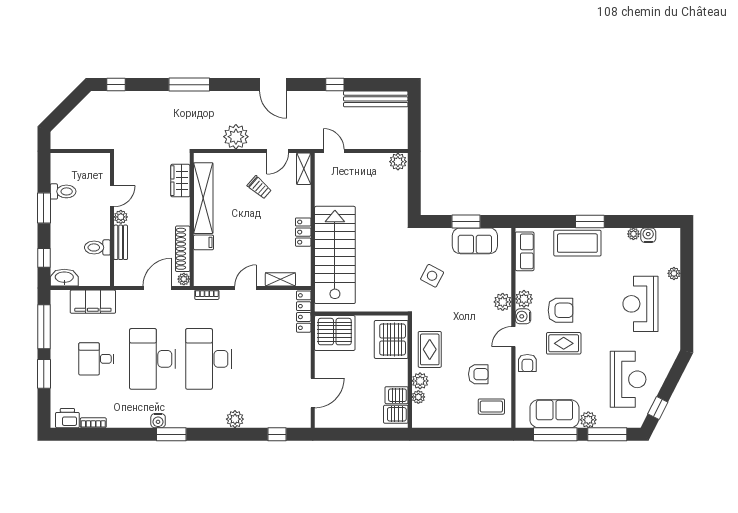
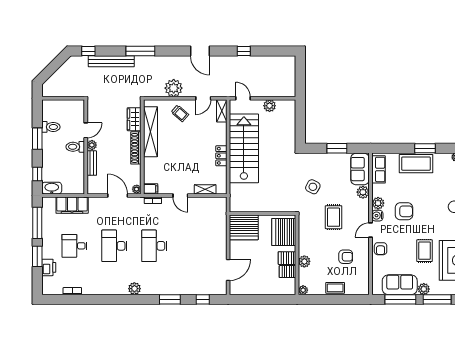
bench: (376, 99) -> (111, 61), moved
plant: (398, 162) -> (270, 106), moved
trolley: (259, 187) -> (180, 113), moved
sofa: (475, 241) -> (360, 169), moved, turned 90
filing cabinet: (204, 242) -> (151, 189), moved
toilet: (97, 247) -> (75, 147), moved
shoe rack: (183, 249) -> (136, 148), moved
stairs: (335, 255) -> (244, 148), moved
door: (157, 288) -> (118, 196), hinge flipped
door: (245, 288) -> (180, 196), swing flipped
plant: (503, 302) -> (363, 192), moved
locker: (304, 312) -> (222, 212), removed
rug: (564, 343) -> (425, 251), moved, turned 90
rug: (430, 349) -> (334, 217), moved
desk: (153, 359) -> (114, 246), width x0.73, depth x0.77
desk: (209, 359) -> (154, 246), width x0.73, depth x0.77
plant: (418, 397) -> (303, 290), moved
coffee table: (491, 407) -> (335, 288), moved
server rack: (396, 414) -> (287, 258), moved
printer: (67, 418) -> (49, 267), moved, turned 90
plant: (235, 419) -> (134, 289), moved
water cooler: (158, 421) -> (118, 290), removed
window: (171, 434) -> (170, 299), moved

